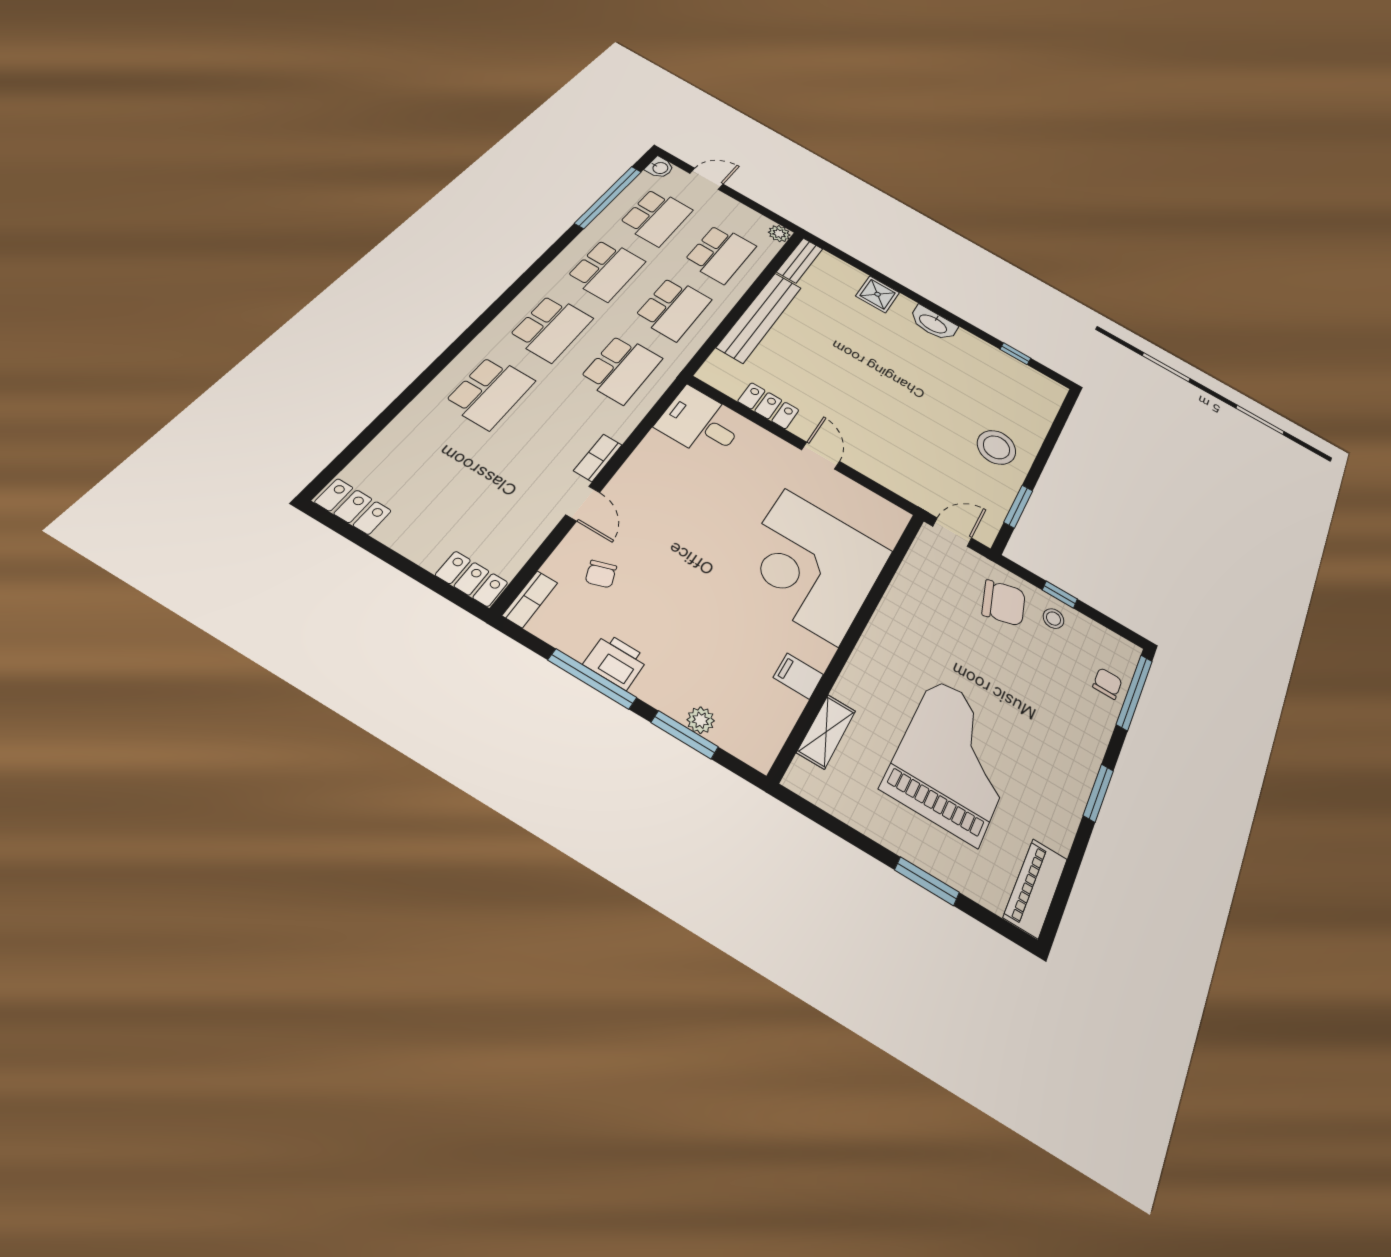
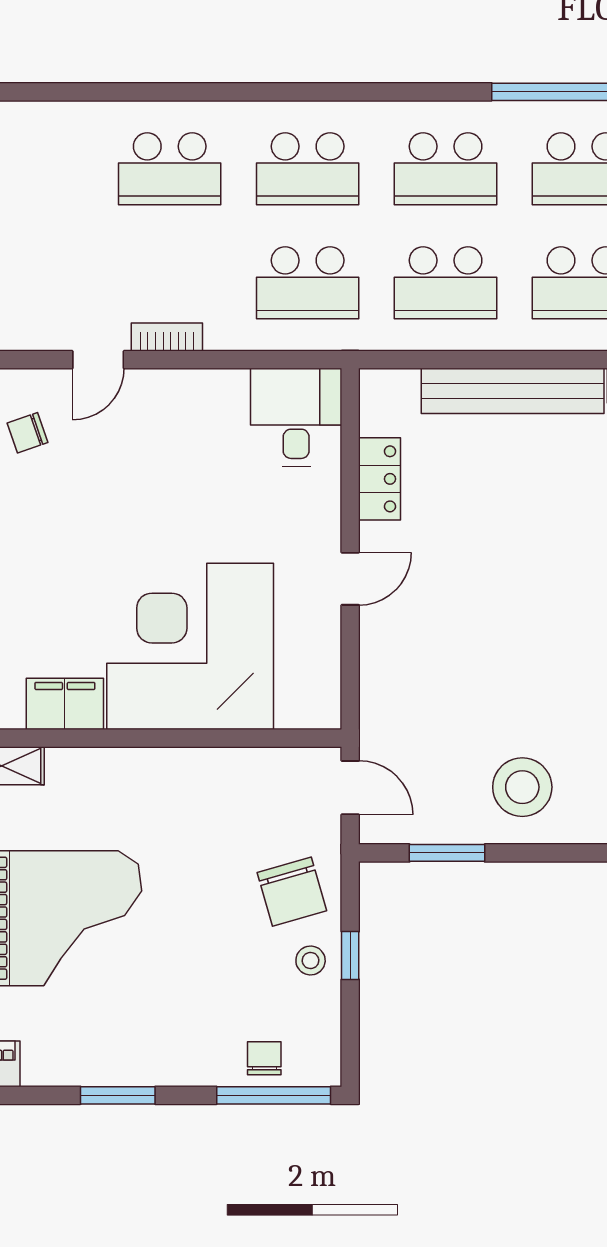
filing cabinet: (798, 676) -> (65, 704), width x2.00
chair: (1107, 683) -> (264, 1058), turned -90

